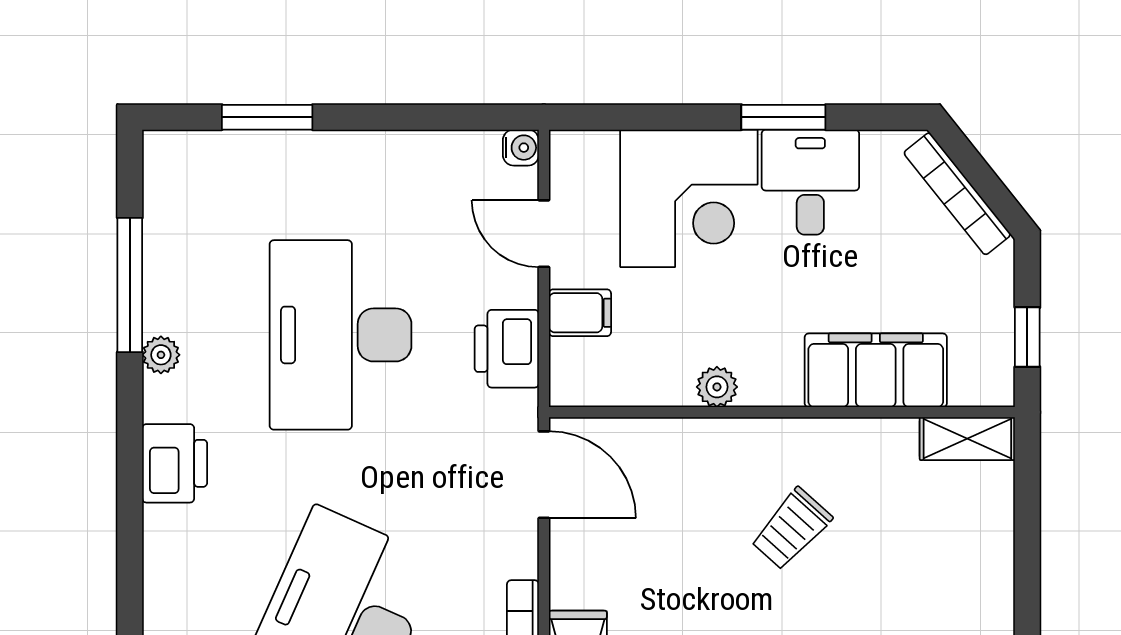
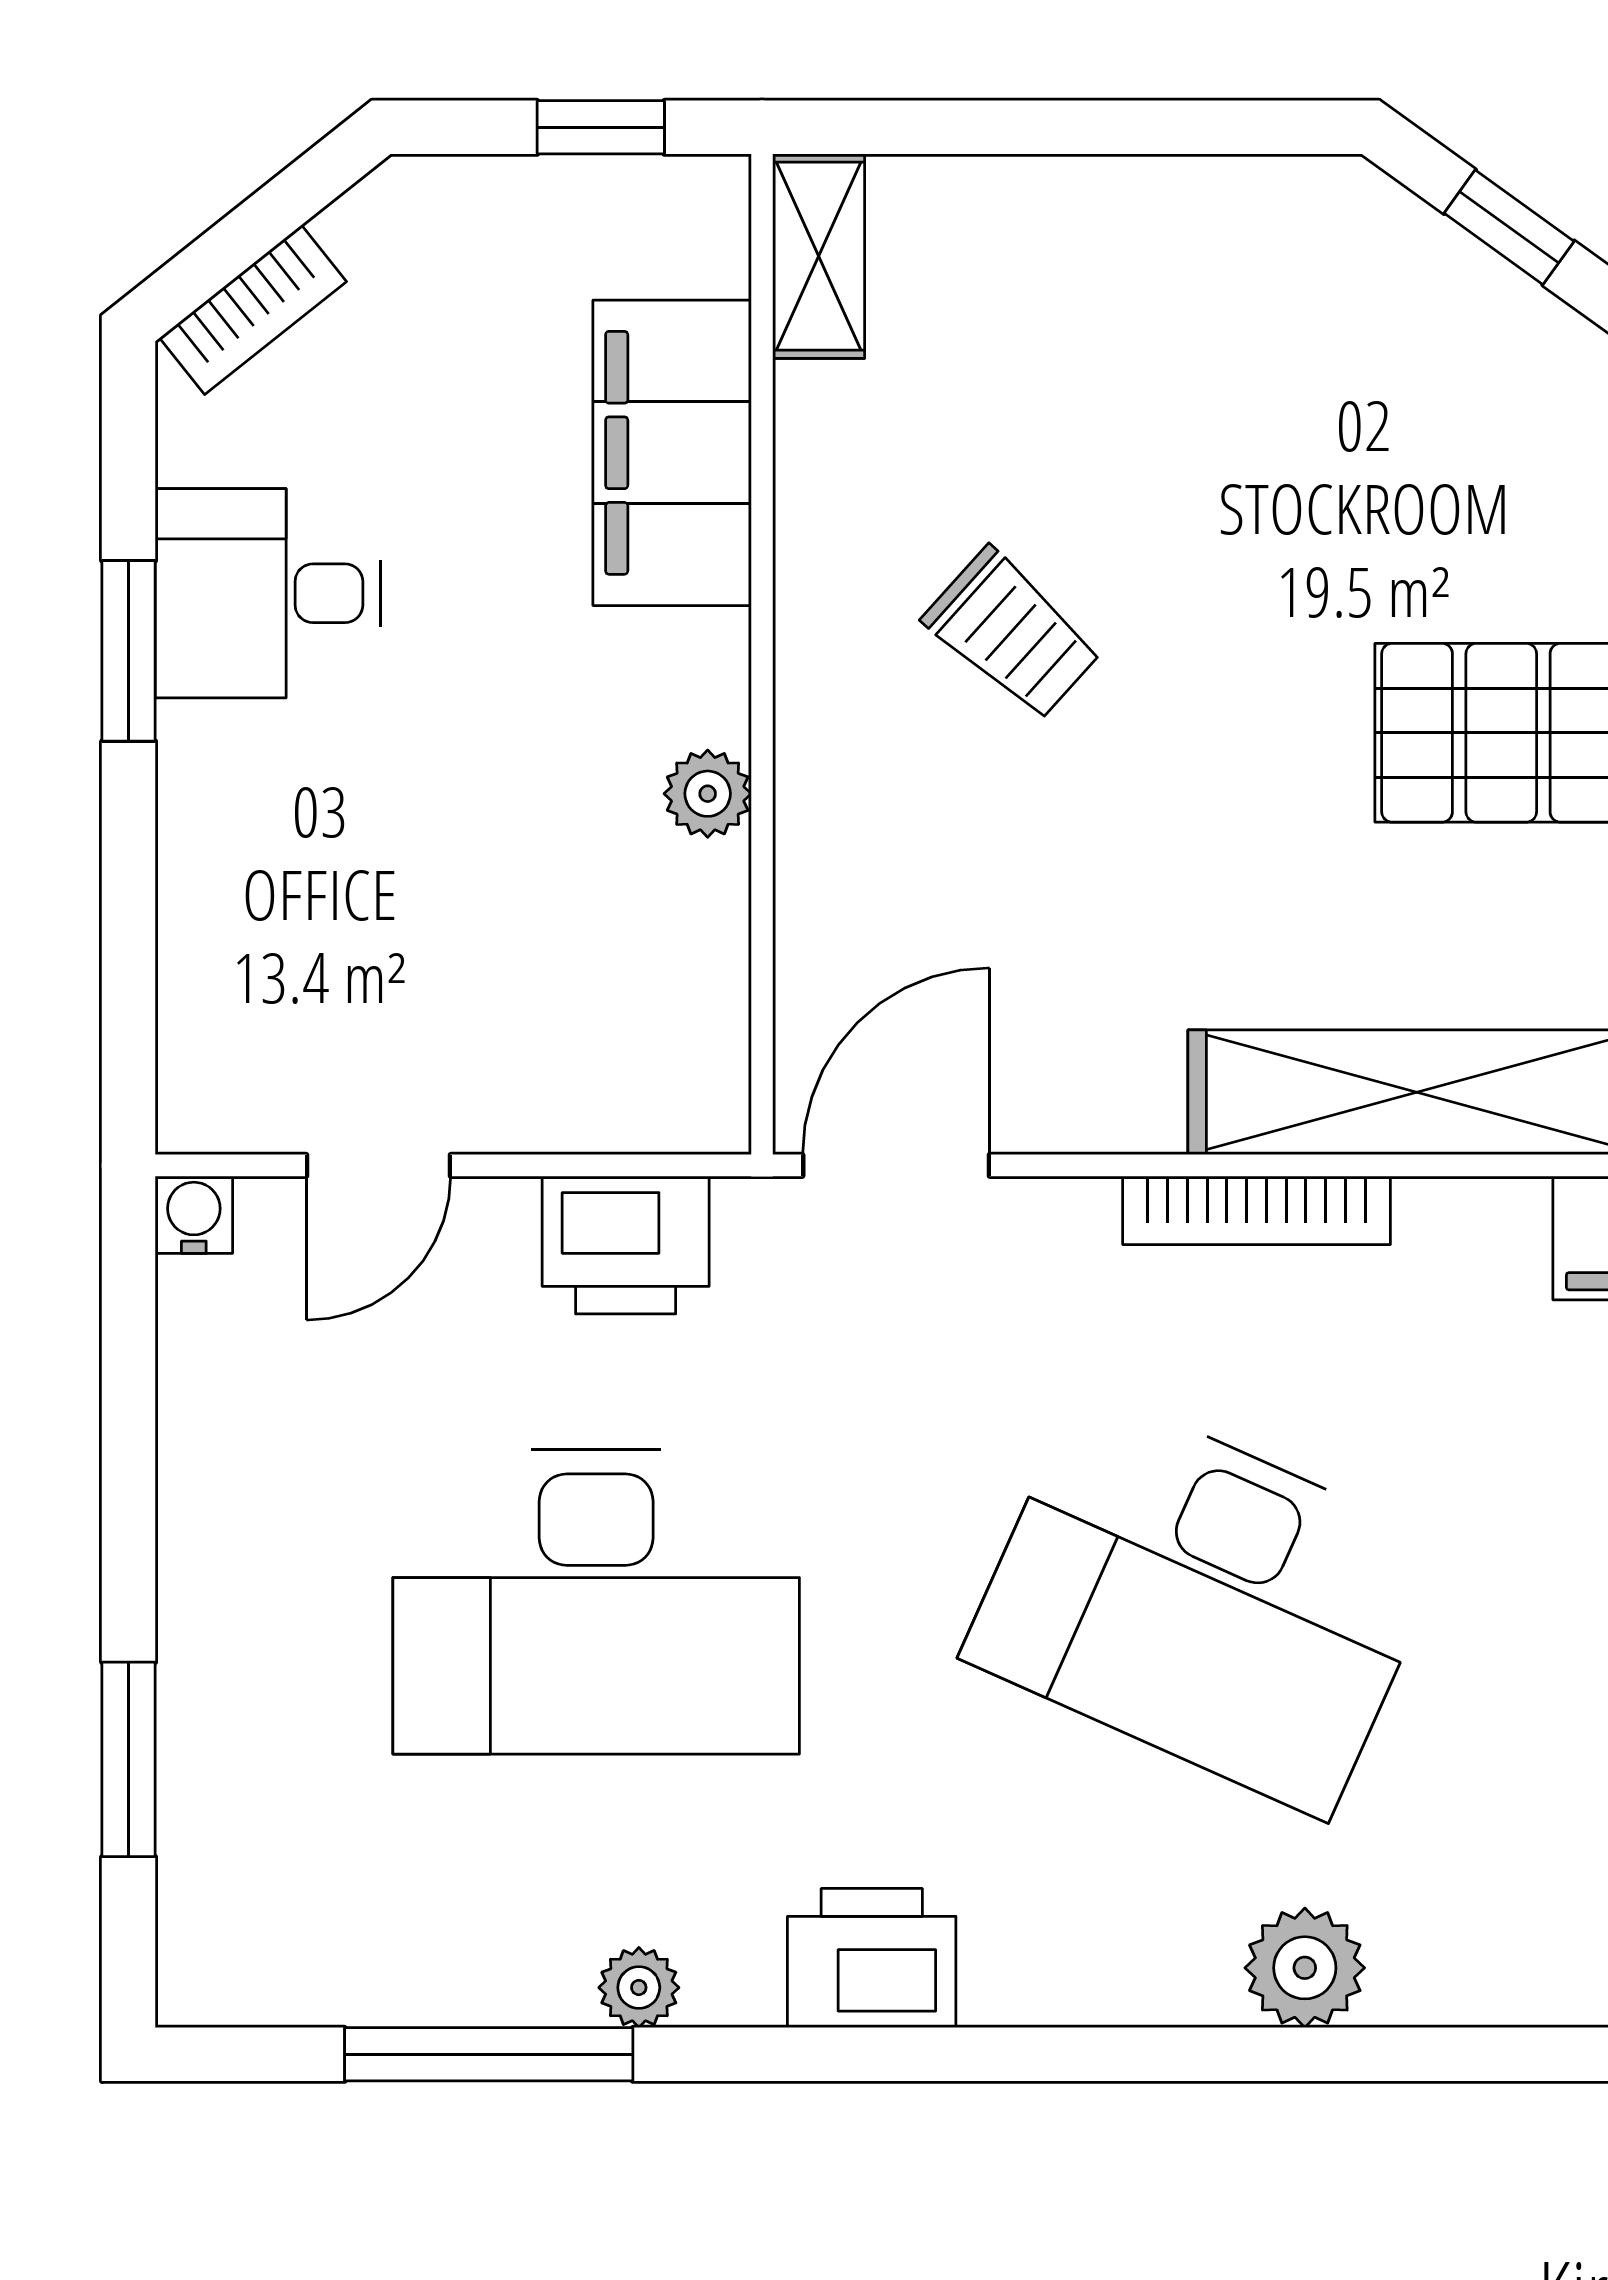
bookcase: (957, 194) -> (253, 310), width x0.64
corner desk: (689, 198) -> (303, 854), removed
filing cabinet: (580, 313) -> (548, 1088), removed

